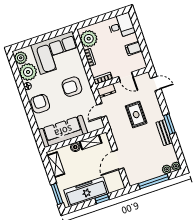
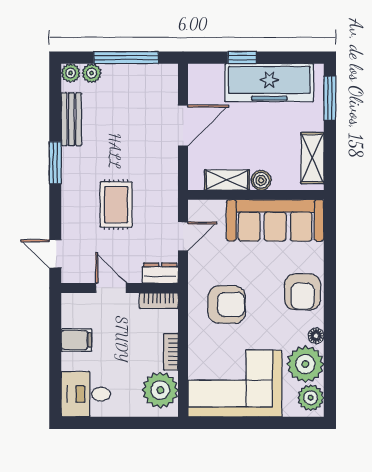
bench: (164, 133) -> (71, 119), moved

